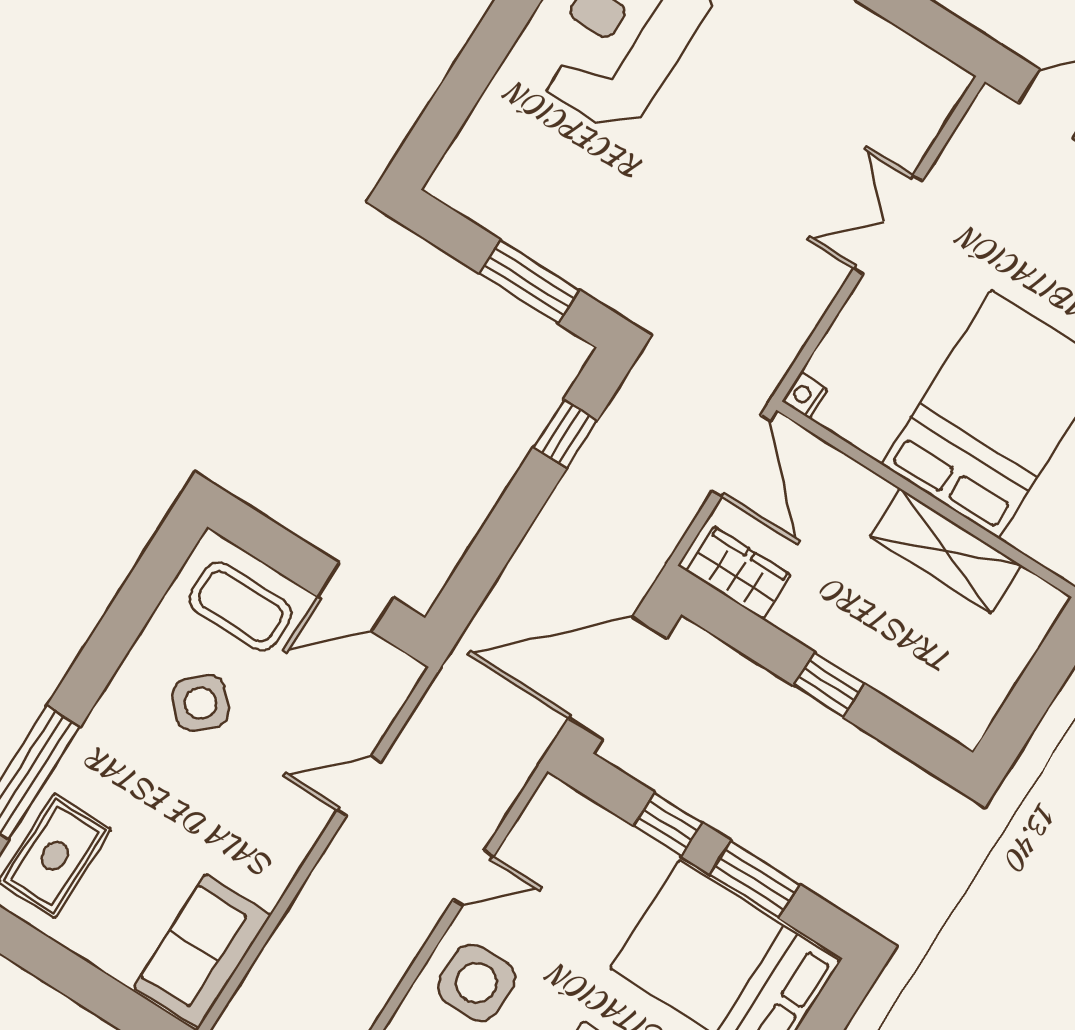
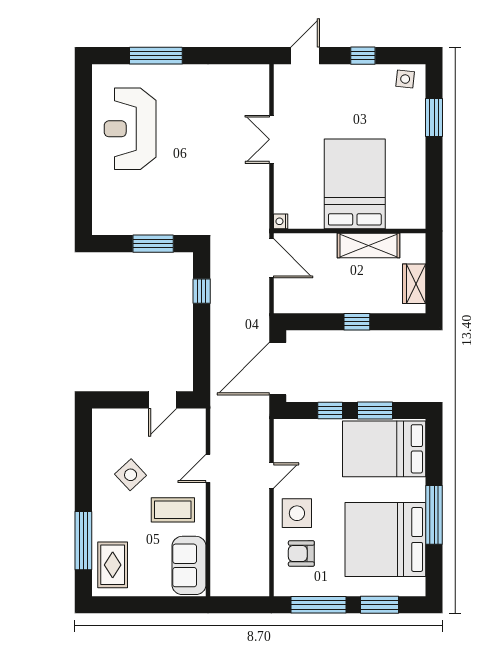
wardrobe: (738, 573) -> (414, 284), moved, turned -90
coffee table: (241, 606) -> (173, 510), moved

